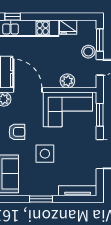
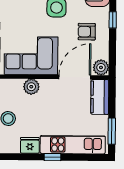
window: (13, 17) -> (52, 157), moved
door: (28, 90) -> (75, 77), swing flipped

